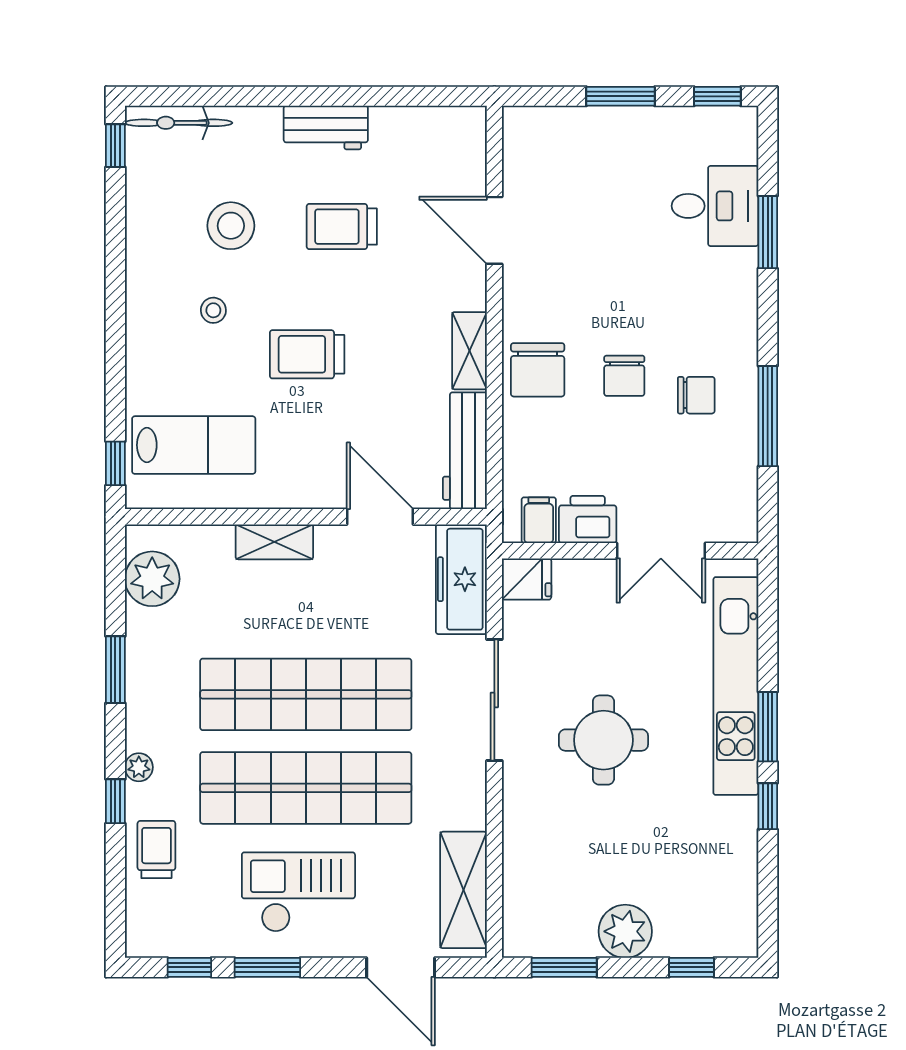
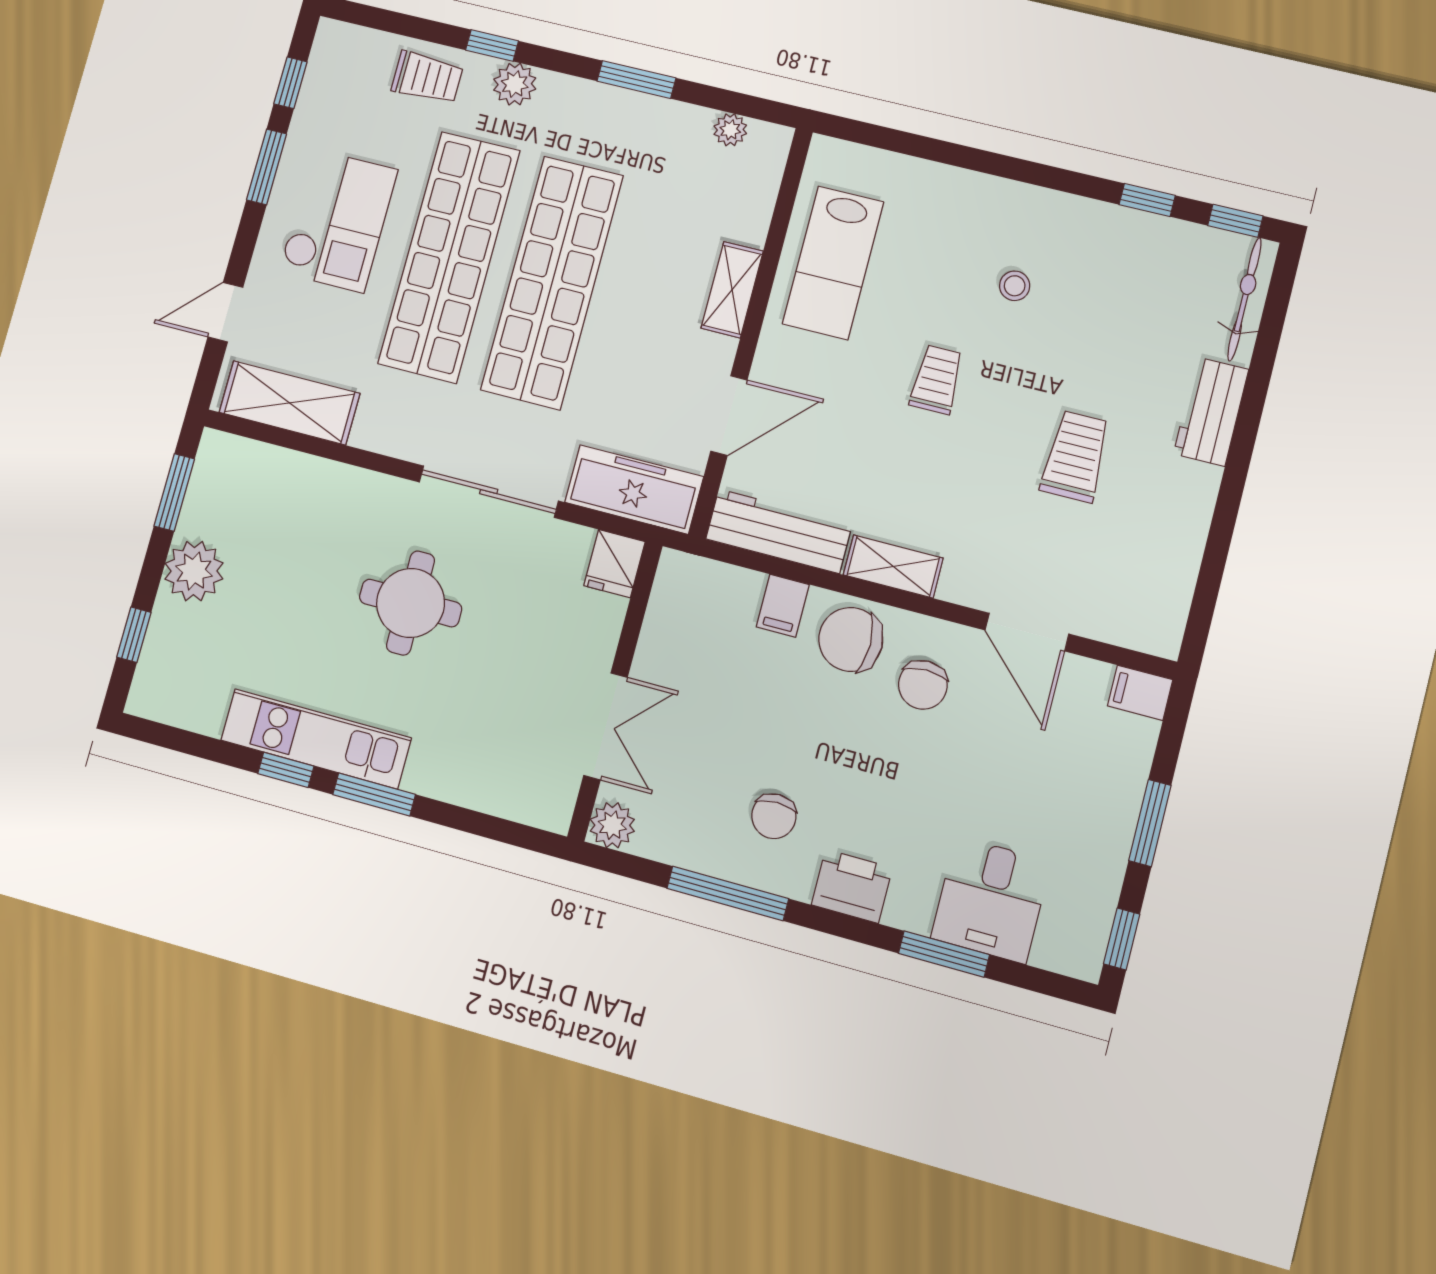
workbench: (326, 128) -> (1211, 412), moved
filing cabinet: (519, 129) -> (1140, 693), added
stool: (231, 226) -> (1108, 330), removed
door: (494, 230) -> (1027, 632), swing flipped
trolley: (307, 354) -> (937, 380), width x0.73, depth x0.72
chair: (624, 376) -> (923, 685), moved, turned -90
lab bench: (194, 445) -> (833, 263), moved
window: (115, 463) -> (1147, 200), moved
printer: (588, 519) -> (852, 886), moved, turned -90
filing cabinet: (539, 520) -> (783, 606), moved, turned 90
plant: (739, 524) -> (612, 825), added
double door: (661, 551) -> (606, 726), swing flipped
plant: (152, 579) -> (730, 130), width x0.53, depth x0.53
kitchen unit: (736, 686) -> (316, 739), moved, width x0.73
plant: (139, 767) -> (515, 84), width x1.38, depth x1.38
door: (401, 967) -> (225, 312), width x0.73

